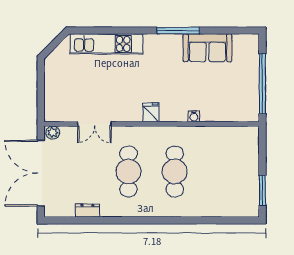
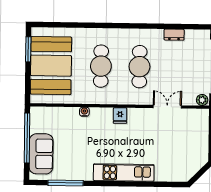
window: (178, 31) -> (66, 183), moved
kitchen unit: (106, 44) -> (124, 173), moved
sofa: (207, 48) -> (41, 154), moved, turned 90
booth: (235, 171) -> (51, 66), added

